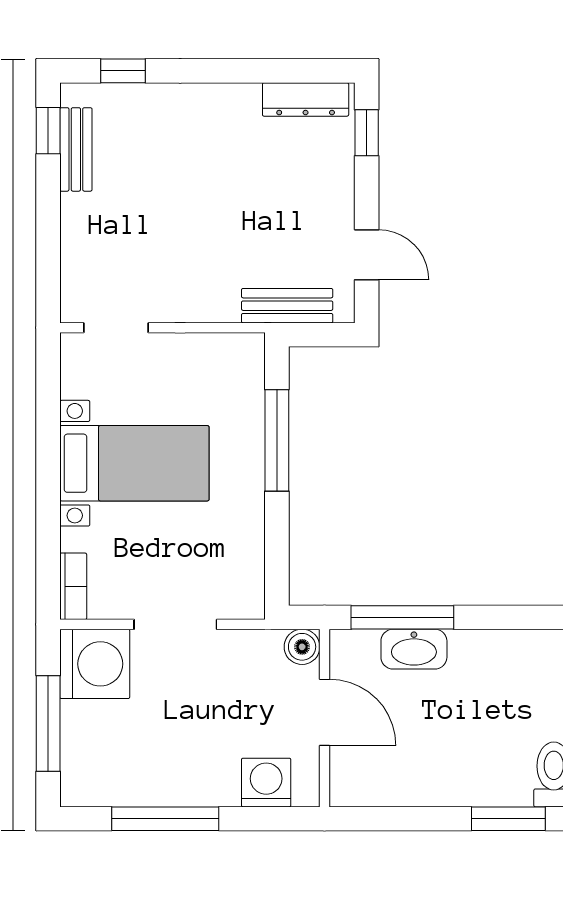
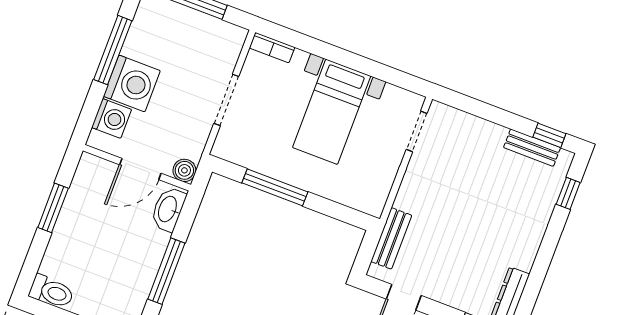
window: (277, 440) -> (275, 187), moved
window: (402, 617) -> (166, 271), moved
washbasin: (414, 649) -> (168, 209), moved
washing machine: (95, 664) -> (132, 83), moved, turned -90
window: (508, 819) -> (53, 208), moved

